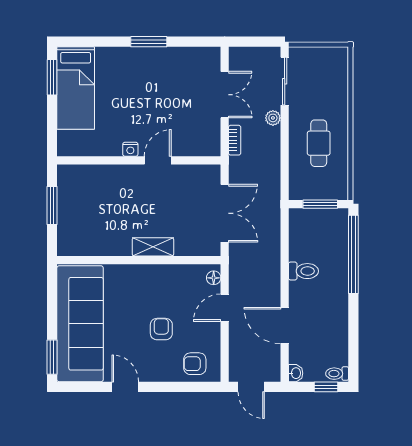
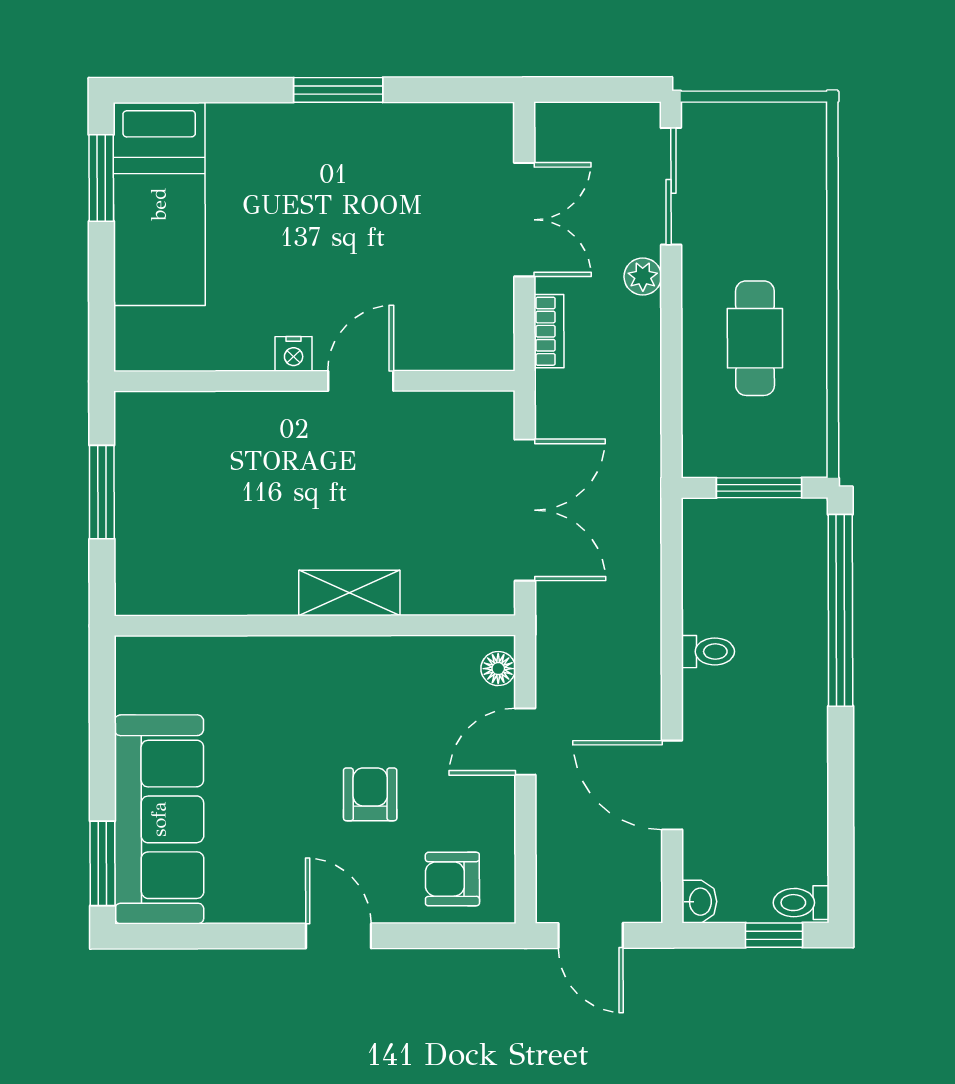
toilet: (303, 271) -> (708, 652), width x0.73, depth x0.72
sofa: (80, 324) -> (159, 819), width x0.74, depth x0.79
door: (125, 387) -> (338, 936), moved

